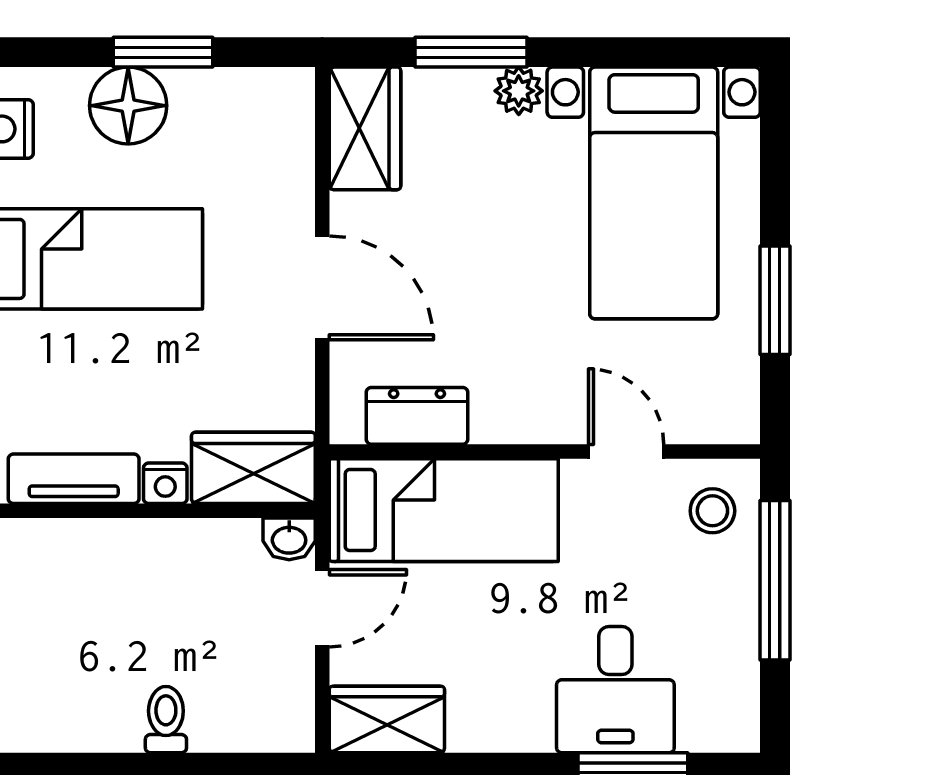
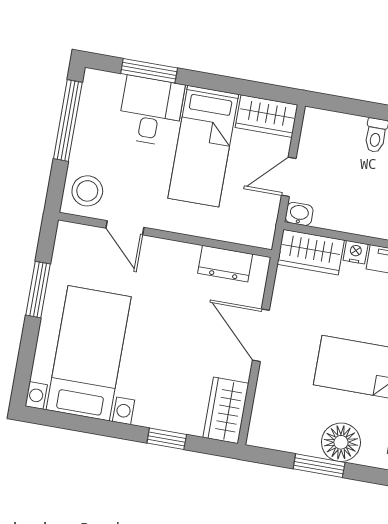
window: (471, 52) -> (167, 439), width x0.67
plant: (519, 91) -> (146, 416), removed
bed: (444, 510) -> (203, 146), moved, turned -90
stool: (712, 511) -> (87, 191), width x1.37, depth x1.37
window: (775, 580) -> (68, 121), moved

